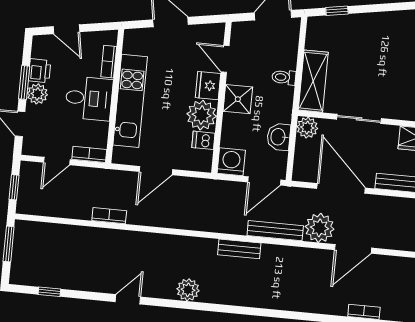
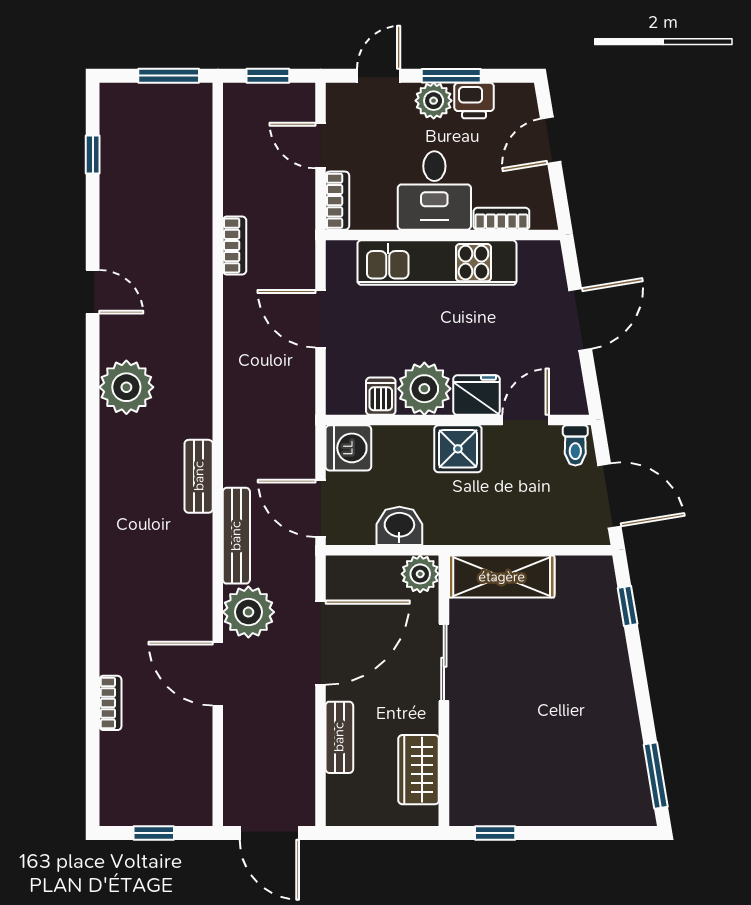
toilet: (284, 77) -> (575, 445), moved, turned 180
plant: (188, 290) -> (126, 387), width x1.36, depth x1.36

